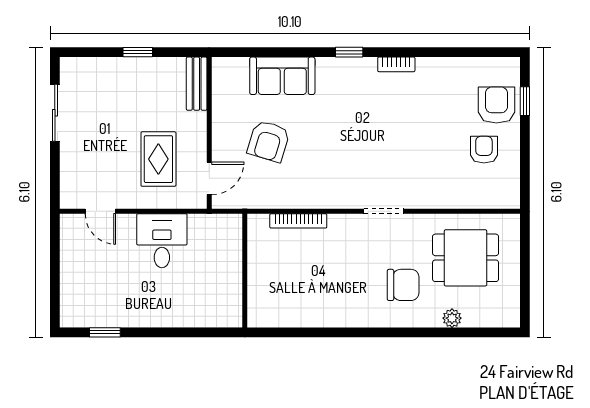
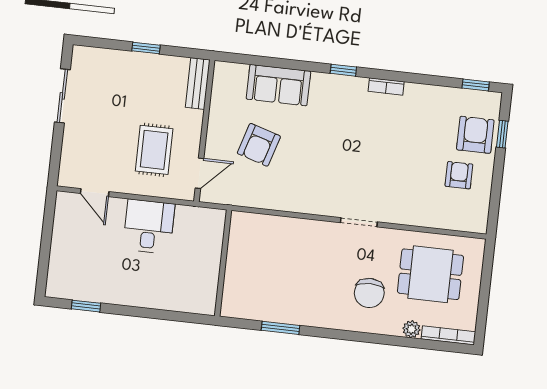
window: (491, 52) -> (476, 85), added
bookcase: (298, 221) -> (448, 335), moved, turned 180
chair: (403, 285) -> (369, 293), turned 90
window: (313, 332) -> (280, 328), added

